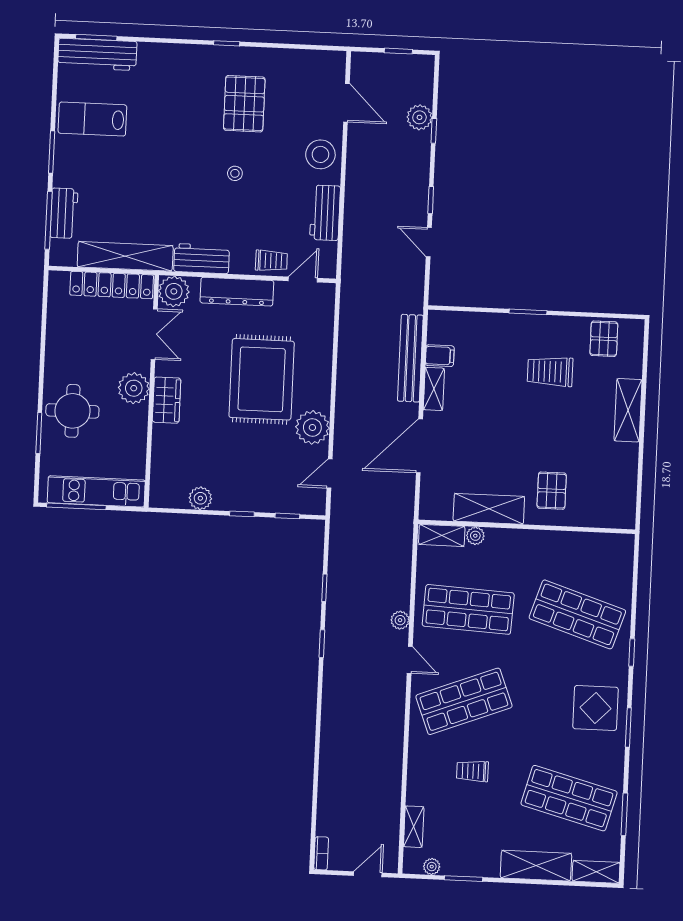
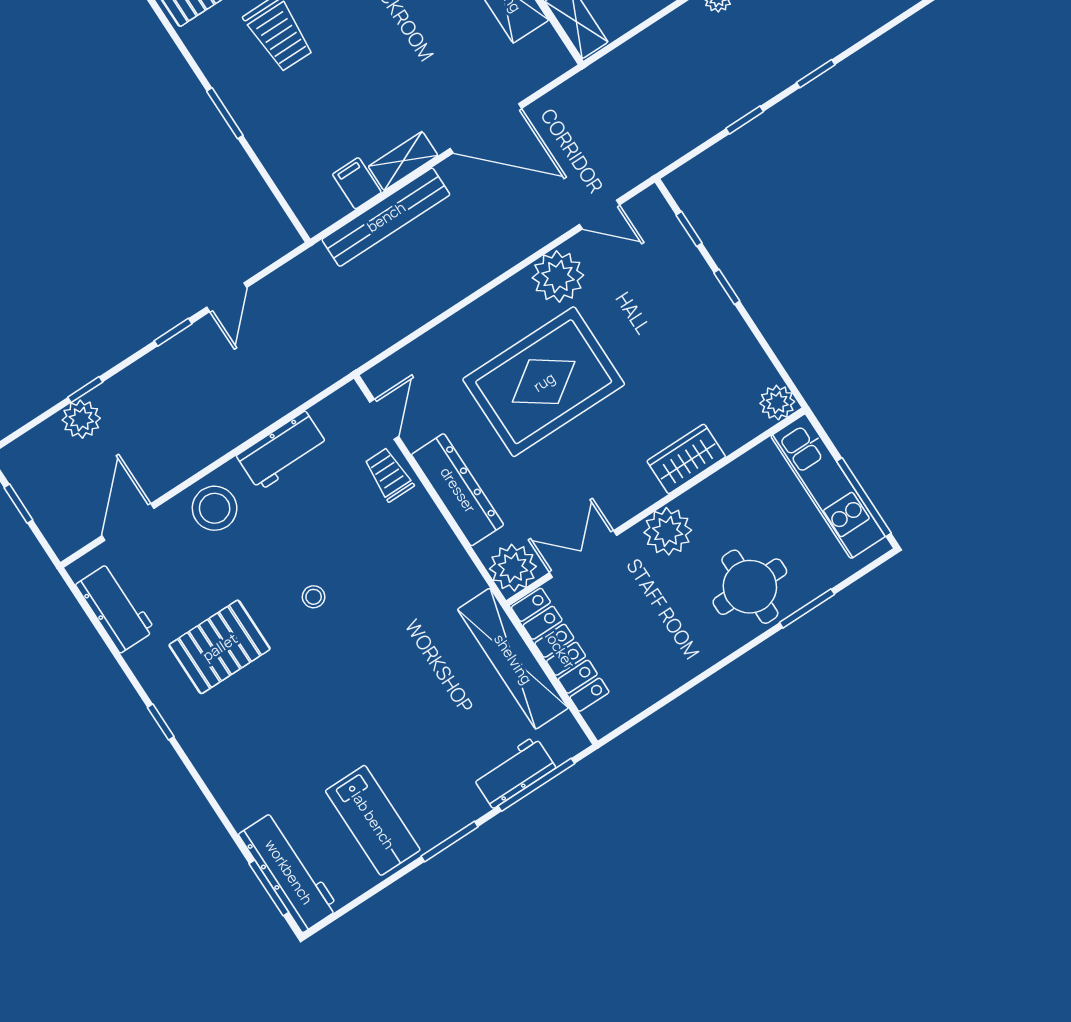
workbench: (202, 259) -> (116, 607), moved, turned 180
door: (303, 279) -> (384, 419), swing flipped
wardrobe: (167, 400) -> (686, 459), moved
plant: (200, 498) -> (777, 403), moved

